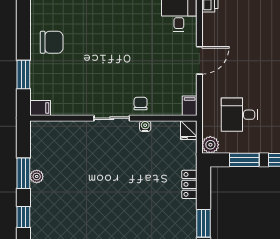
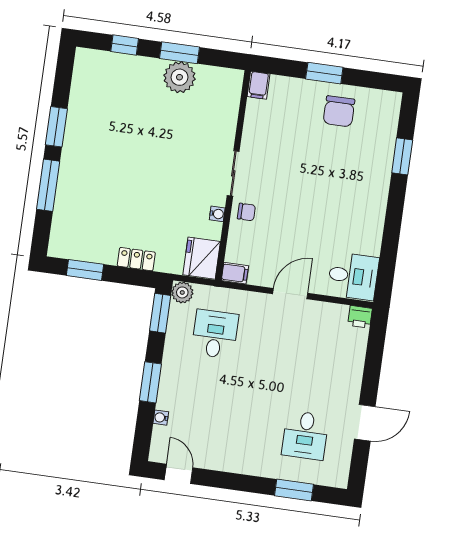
door: (199, 60) -> (290, 294), swing flipped
window: (23, 75) -> (324, 73), moved
fridge: (189, 130) -> (202, 258), width x1.88, depth x1.34
window: (244, 160) -> (160, 313), moved
plant: (37, 176) -> (179, 77), width x1.87, depth x1.87

